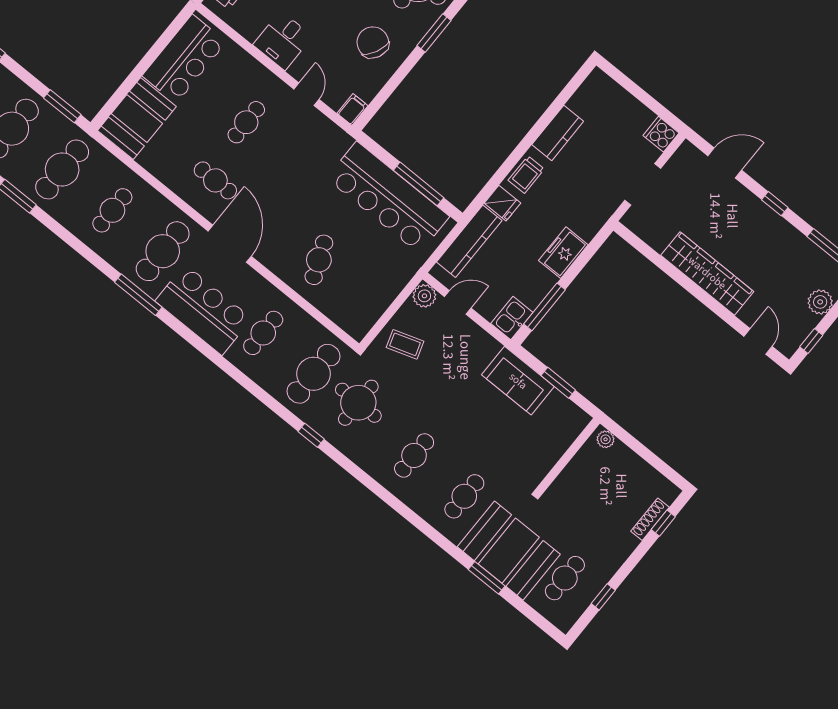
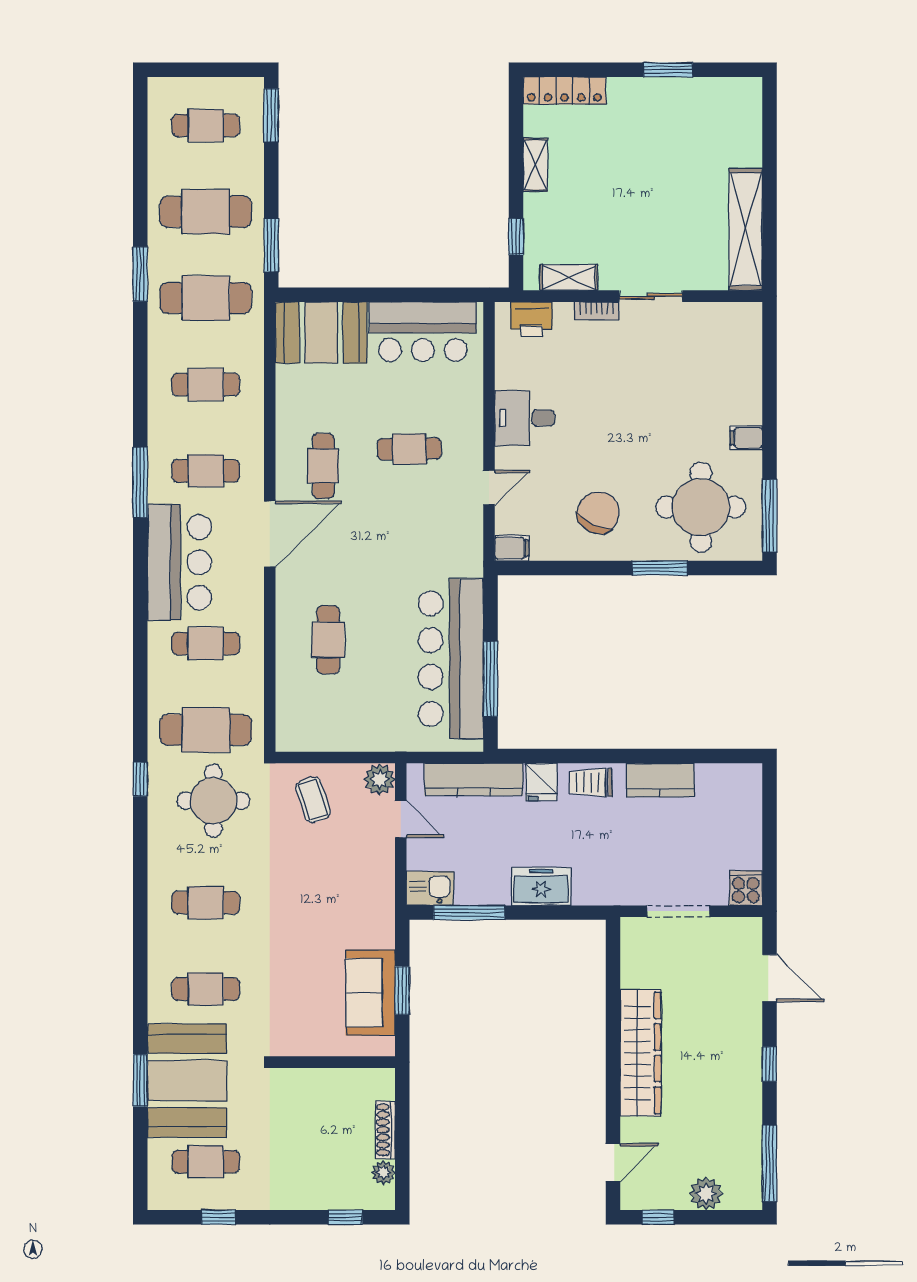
cafe table: (163, 251) -> (206, 471), width x0.73, depth x0.74
cafe table: (319, 260) -> (328, 640), turned -68
sofa: (518, 381) -> (370, 993), moved
plant: (606, 439) -> (383, 1172), moved
shoe rack: (650, 519) -> (385, 1130), moved, turned -90

